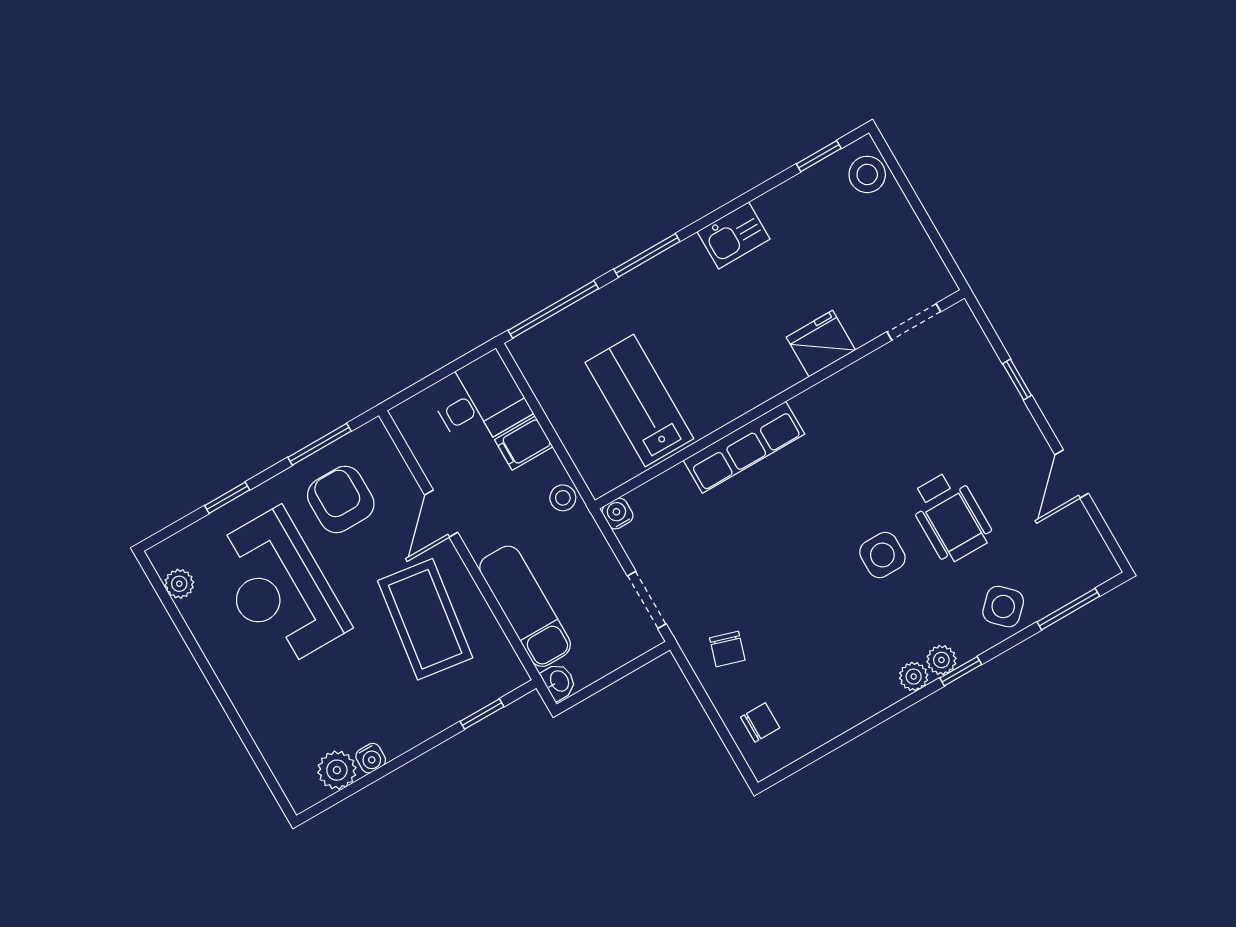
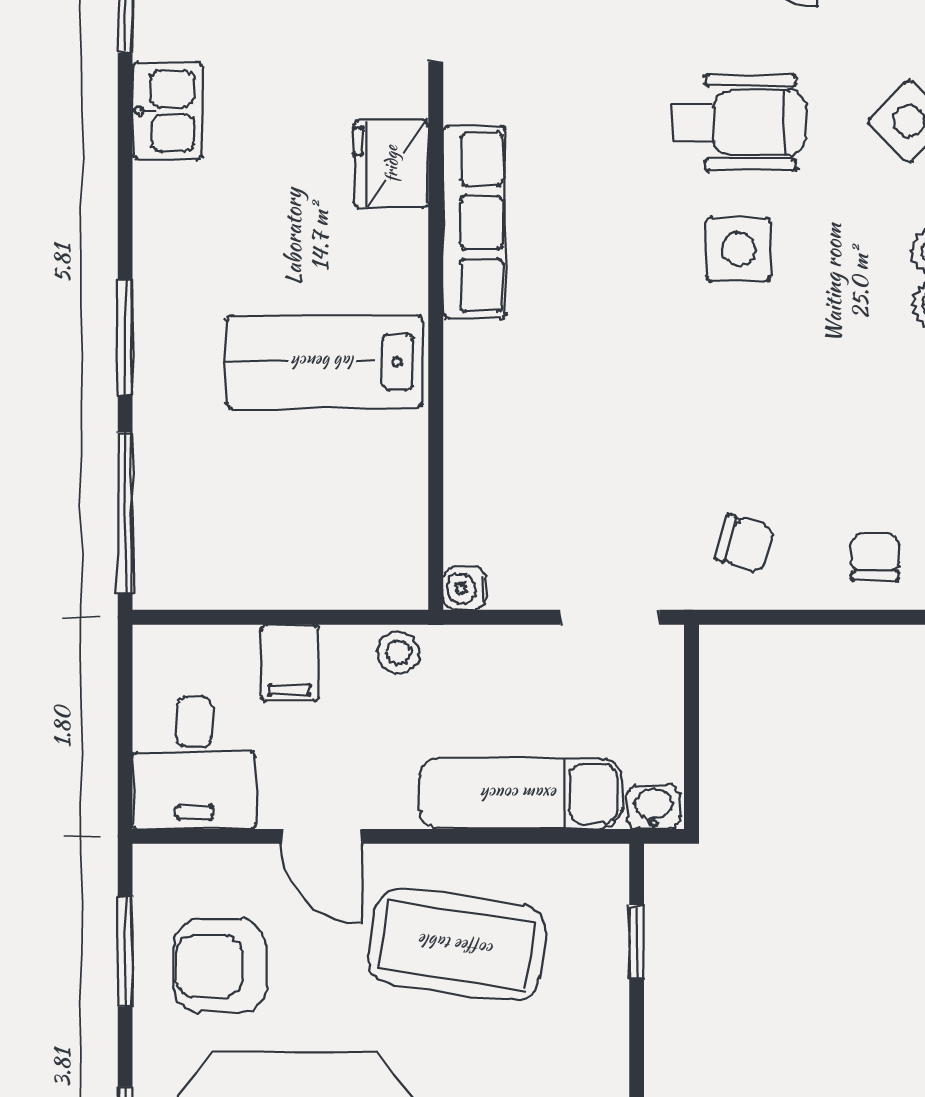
kitchen sink: (734, 235) -> (168, 111), moved
lab bench: (639, 400) -> (324, 362), moved
desk: (479, 401) -> (194, 763), moved, turned 180
row of seats: (744, 447) -> (474, 222), moved

